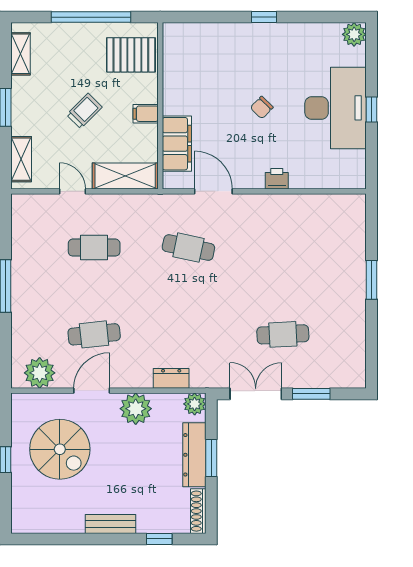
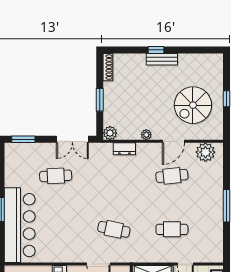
bar counter: (341, 254) -> (20, 225), added
window: (311, 394) -> (23, 139), moved
plant: (136, 409) -> (146, 135), width x0.53, depth x0.53
spiral stairs: (60, 449) -> (193, 105), turned -90
dresser: (194, 455) -> (110, 102), removed
window: (159, 539) -> (156, 50), moved

